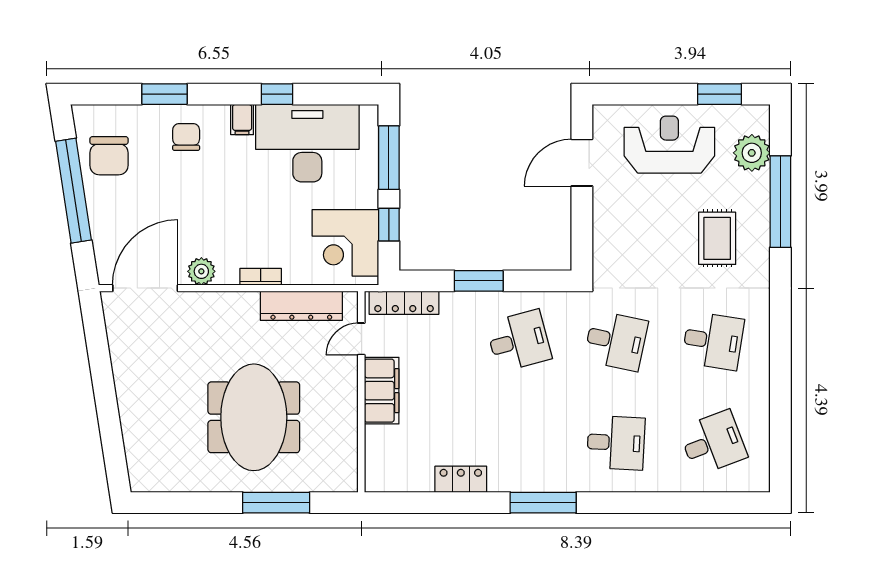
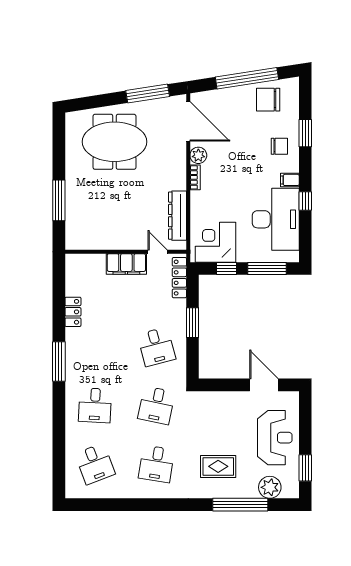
bookcase: (261, 277) -> (195, 177), moved
window: (99, 355) -> (148, 94), added
meeting table: (254, 417) -> (114, 142), moved

